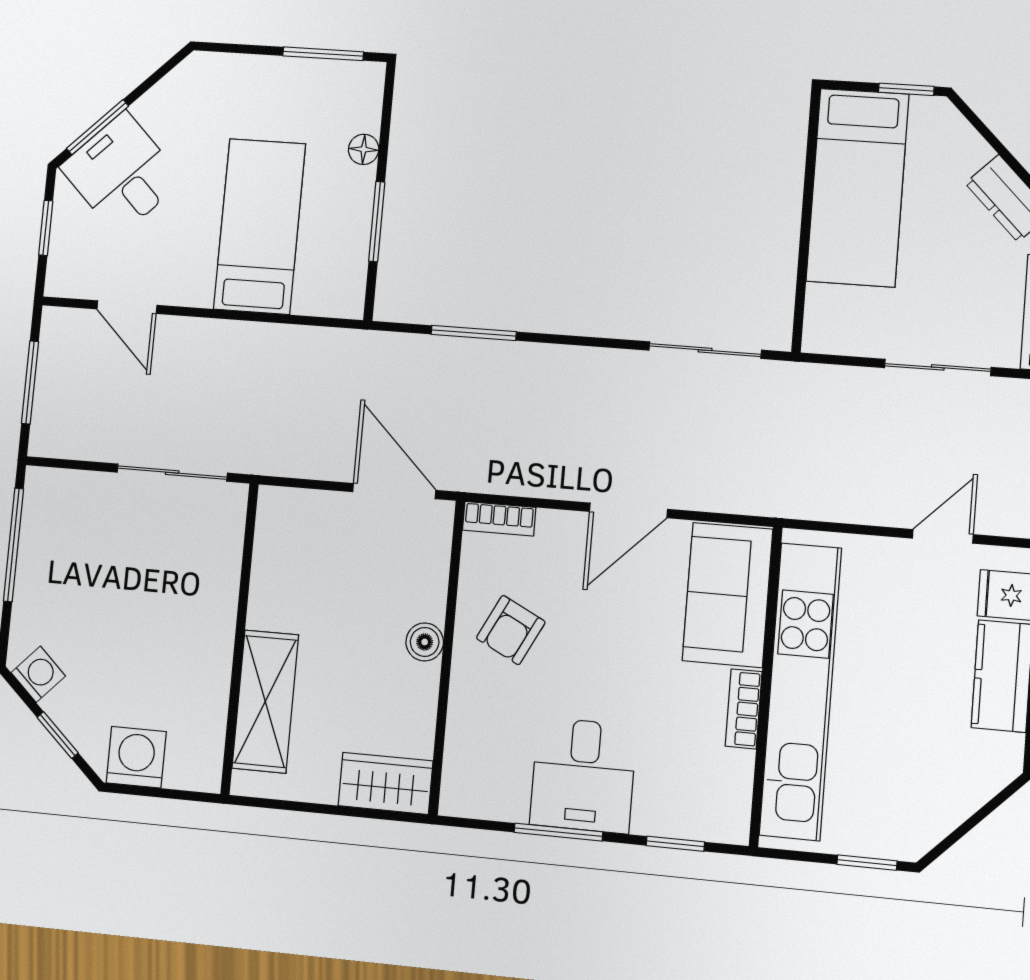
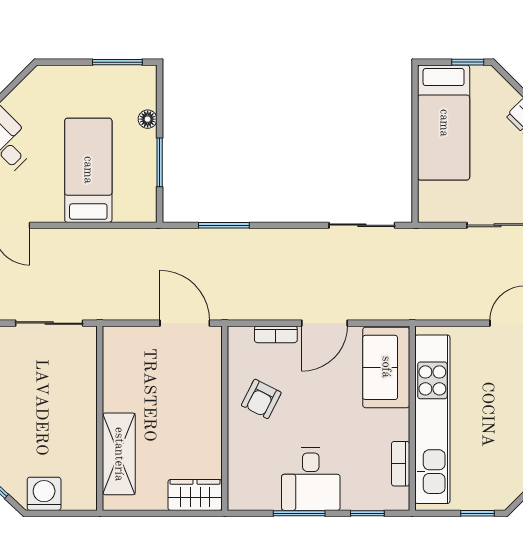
bookcase: (499, 519) -> (276, 334), moved
boiler: (425, 642) -> (211, 410), removed
bookcase: (744, 709) -> (401, 464), moved

